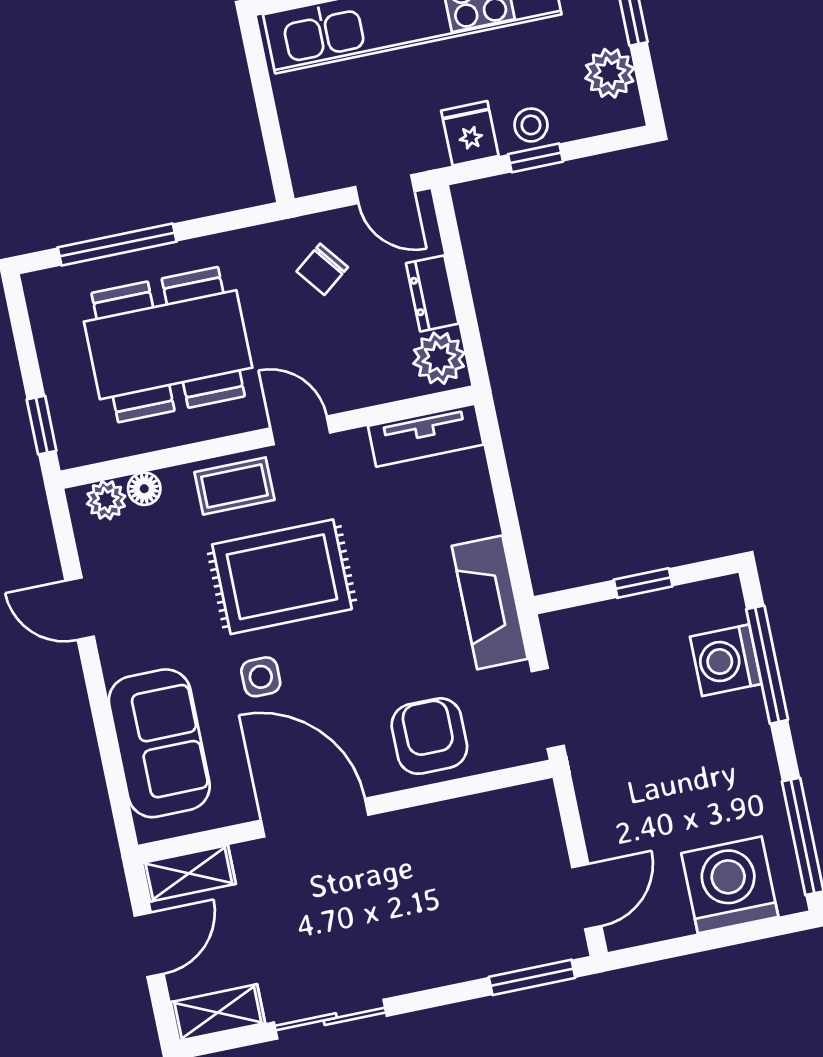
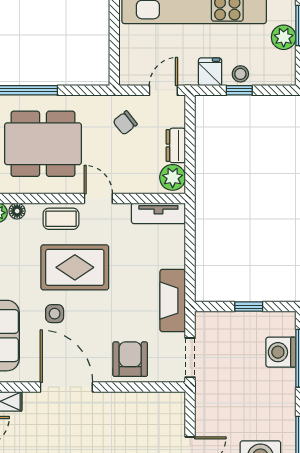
plant: (610, 73) -> (284, 37), moved
door: (385, 189) -> (163, 90), swing flipped

